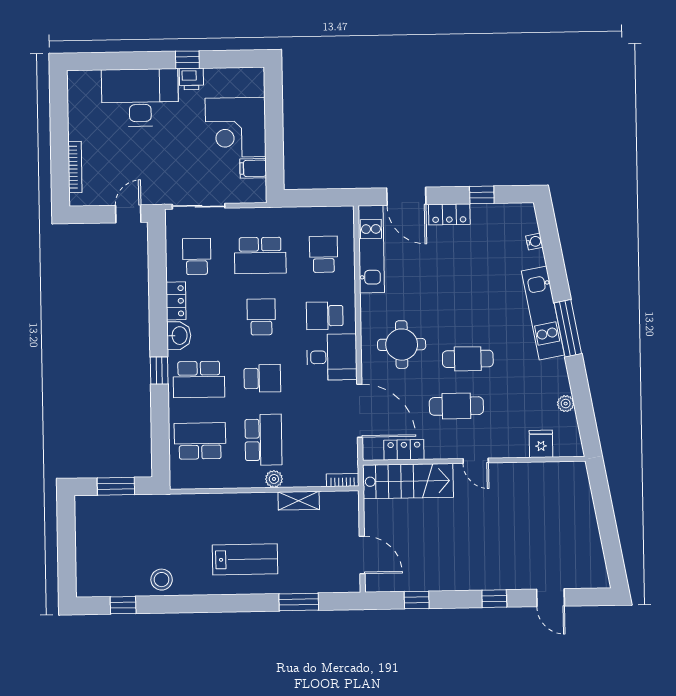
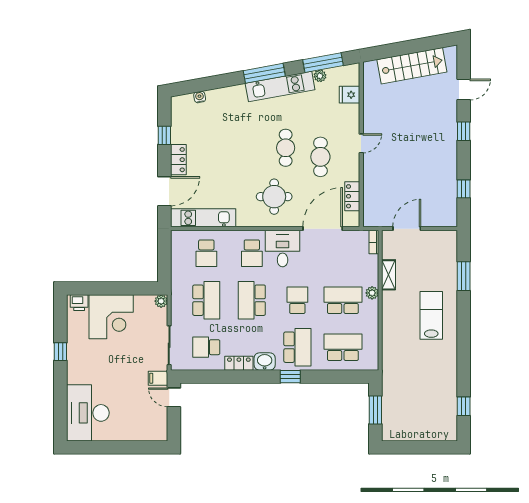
printer: (191, 79) -> (79, 303), moved, turned 90
desk: (140, 98) -> (88, 413), moved
bookcase: (75, 167) -> (138, 436), removed
filing cabinet: (253, 168) -> (158, 378), moved, turned 90
plant: (258, 194) -> (161, 301), added
school desk: (324, 254) -> (206, 253), turned -90
kitchen unit: (543, 313) -> (280, 87), moved
school desk: (261, 317) -> (252, 300), width x1.85
window: (584, 407) -> (323, 63), added
school desk: (200, 441) -> (343, 347), turned 90
stairs: (408, 481) -> (412, 66), moved, turned 80
door: (362, 555) -> (407, 229), moved
stool: (162, 580) -> (445, 377), removed

